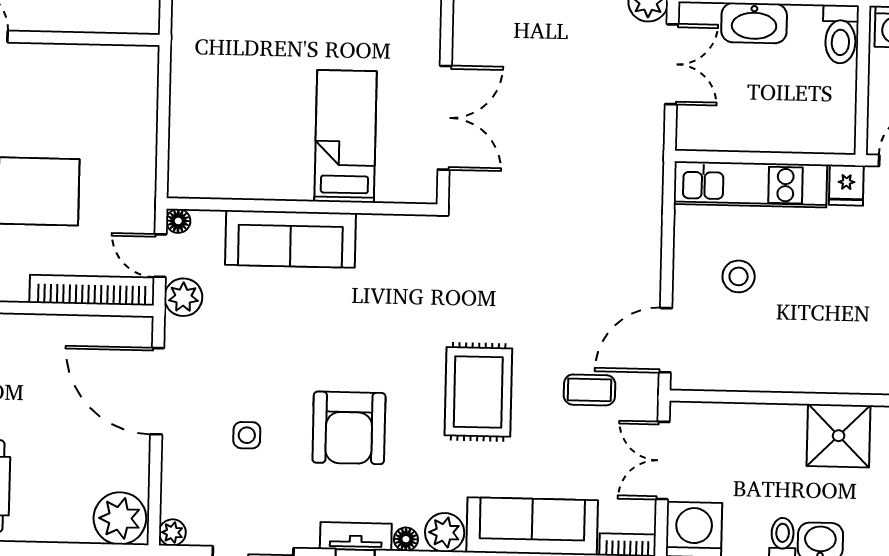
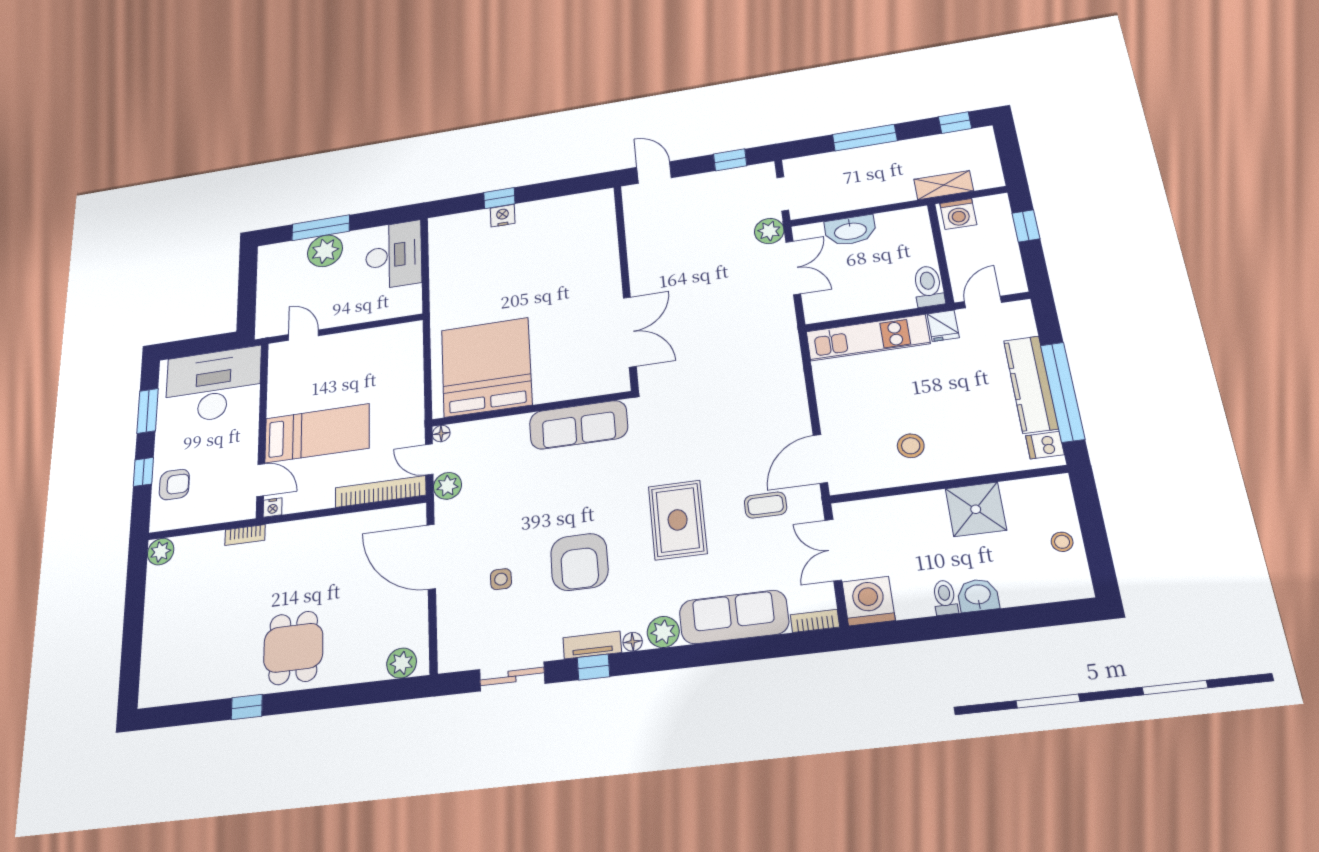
toilet: (841, 34) -> (928, 286), moved, turned 180
bed: (346, 136) -> (486, 367), moved, width x2.04
sofa: (290, 239) -> (578, 425), moved
stool: (739, 276) -> (911, 446), moved
plant: (120, 518) -> (402, 663), width x0.73, depth x0.73
plant: (172, 532) -> (448, 662), removed

